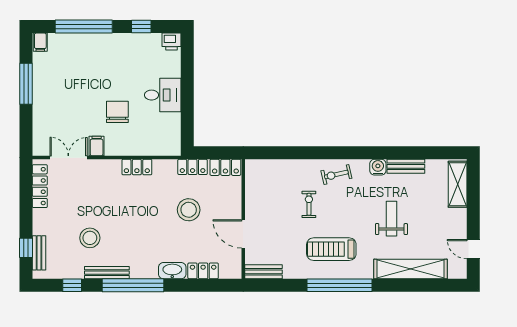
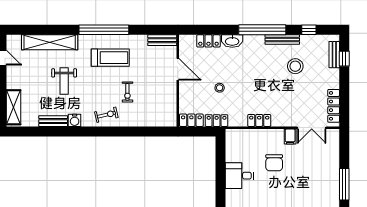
stool: (189, 210) -> (220, 88), width x0.53, depth x0.53

